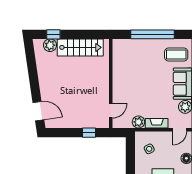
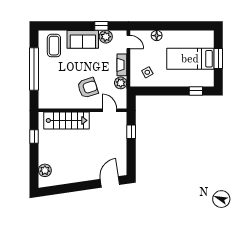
window: (53, 34) -> (34, 137), moved
stairs: (80, 47) -> (66, 120), moved, turned 90
armchair: (134, 89) -> (88, 88), added

